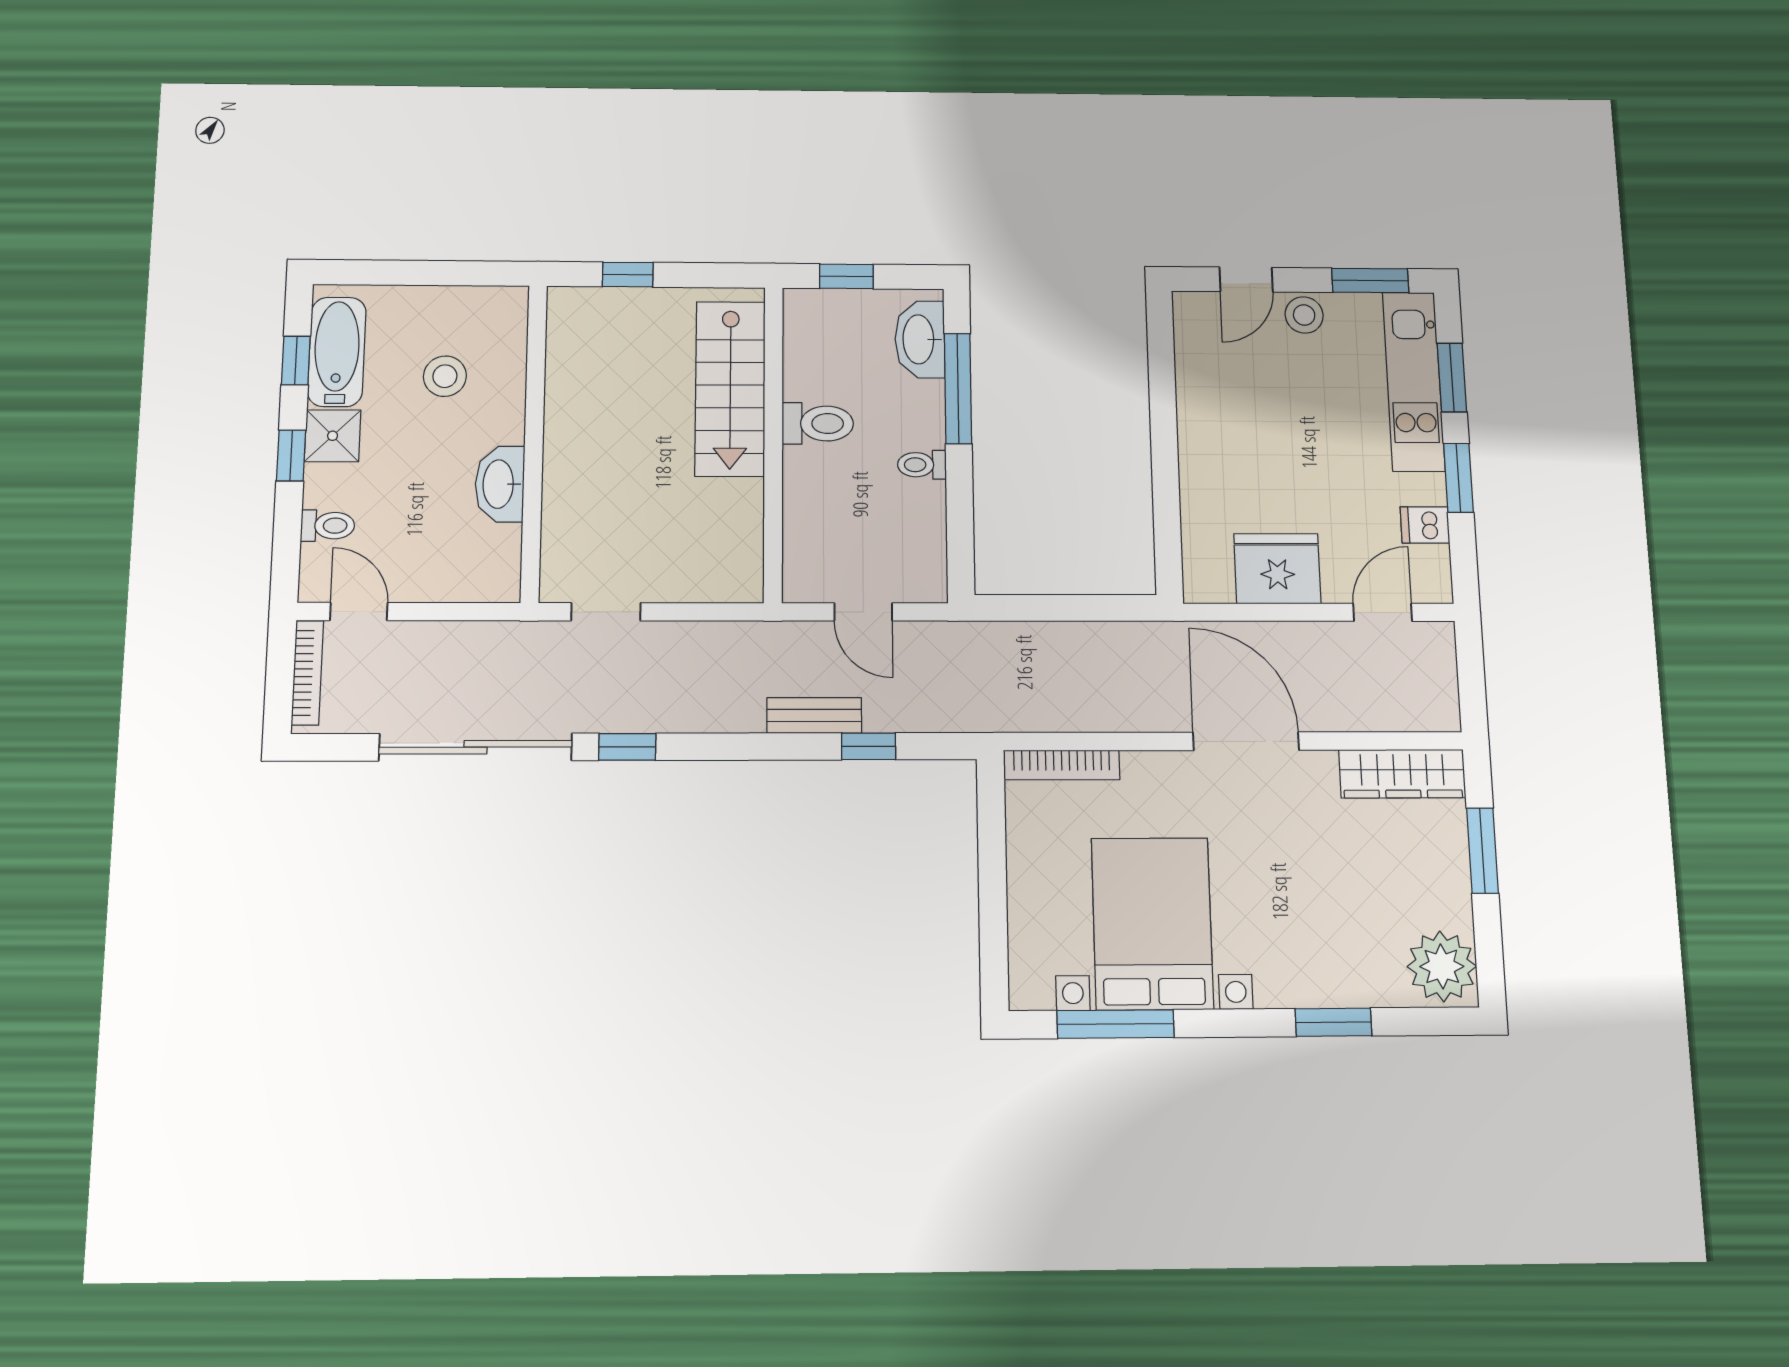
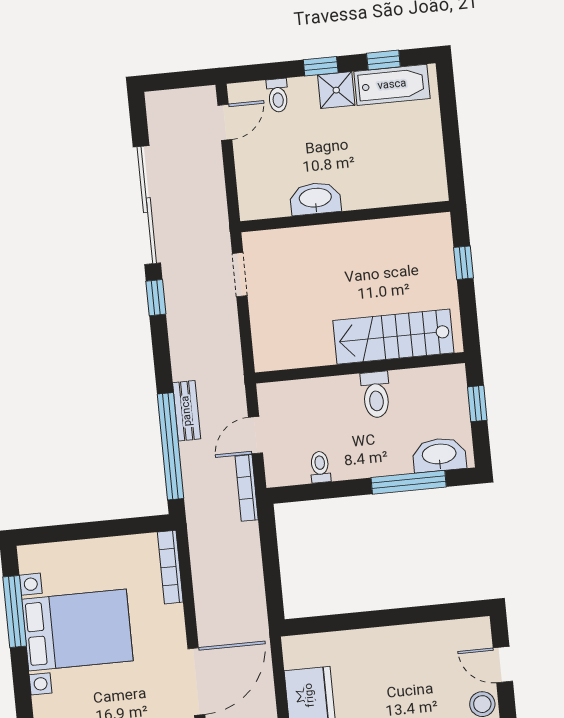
stool: (445, 376) -> (383, 155), removed
toilet: (922, 465) -> (320, 467), moved
bookcase: (307, 673) -> (247, 488), moved, turned 90
window: (869, 746) -> (171, 446), width x3.17

